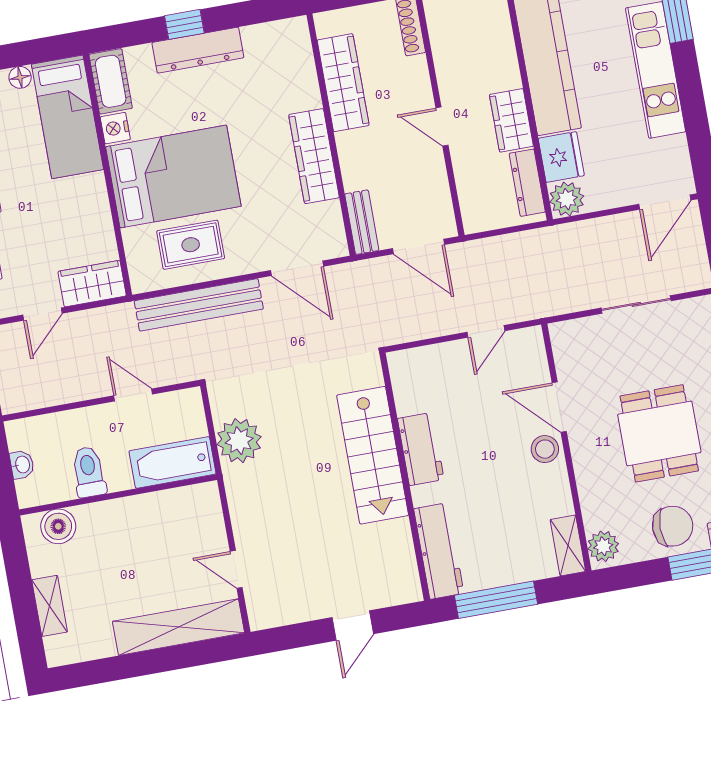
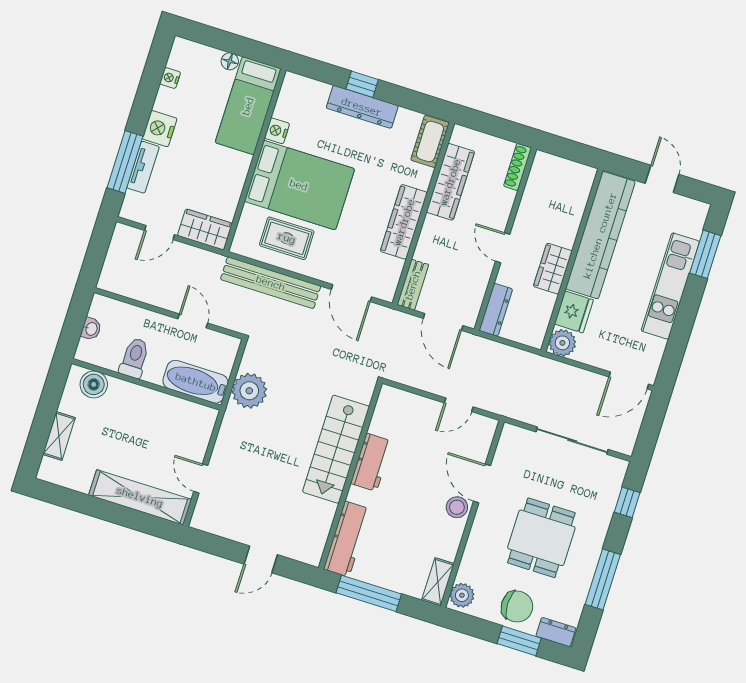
cot: (111, 81) -> (430, 141), moved
dresser: (527, 183) -> (496, 310), moved, turned 180
sliding door: (636, 304) -> (572, 441), width x1.37

